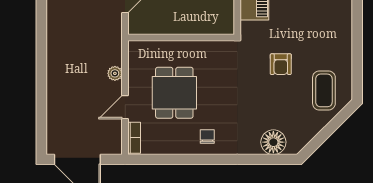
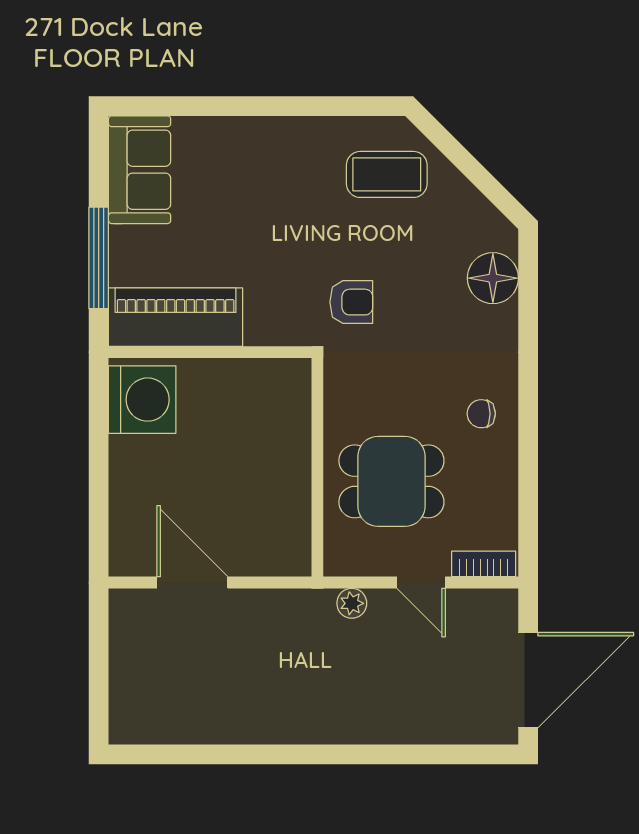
wall: (181, 38) -> (317, 467), moved
armchair: (281, 64) -> (351, 302), moved

